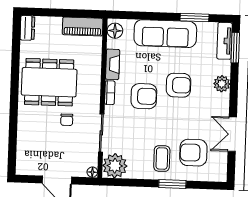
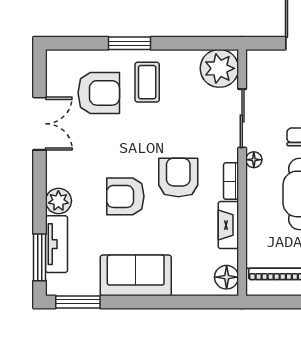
window: (195, 17) -> (78, 302), moved
sofa: (165, 34) -> (136, 275), width x0.73
tv unit: (225, 41) -> (57, 244), moved
armchair: (144, 96) -> (178, 177), turned 90
floor lamp: (92, 172) -> (254, 160), moved

